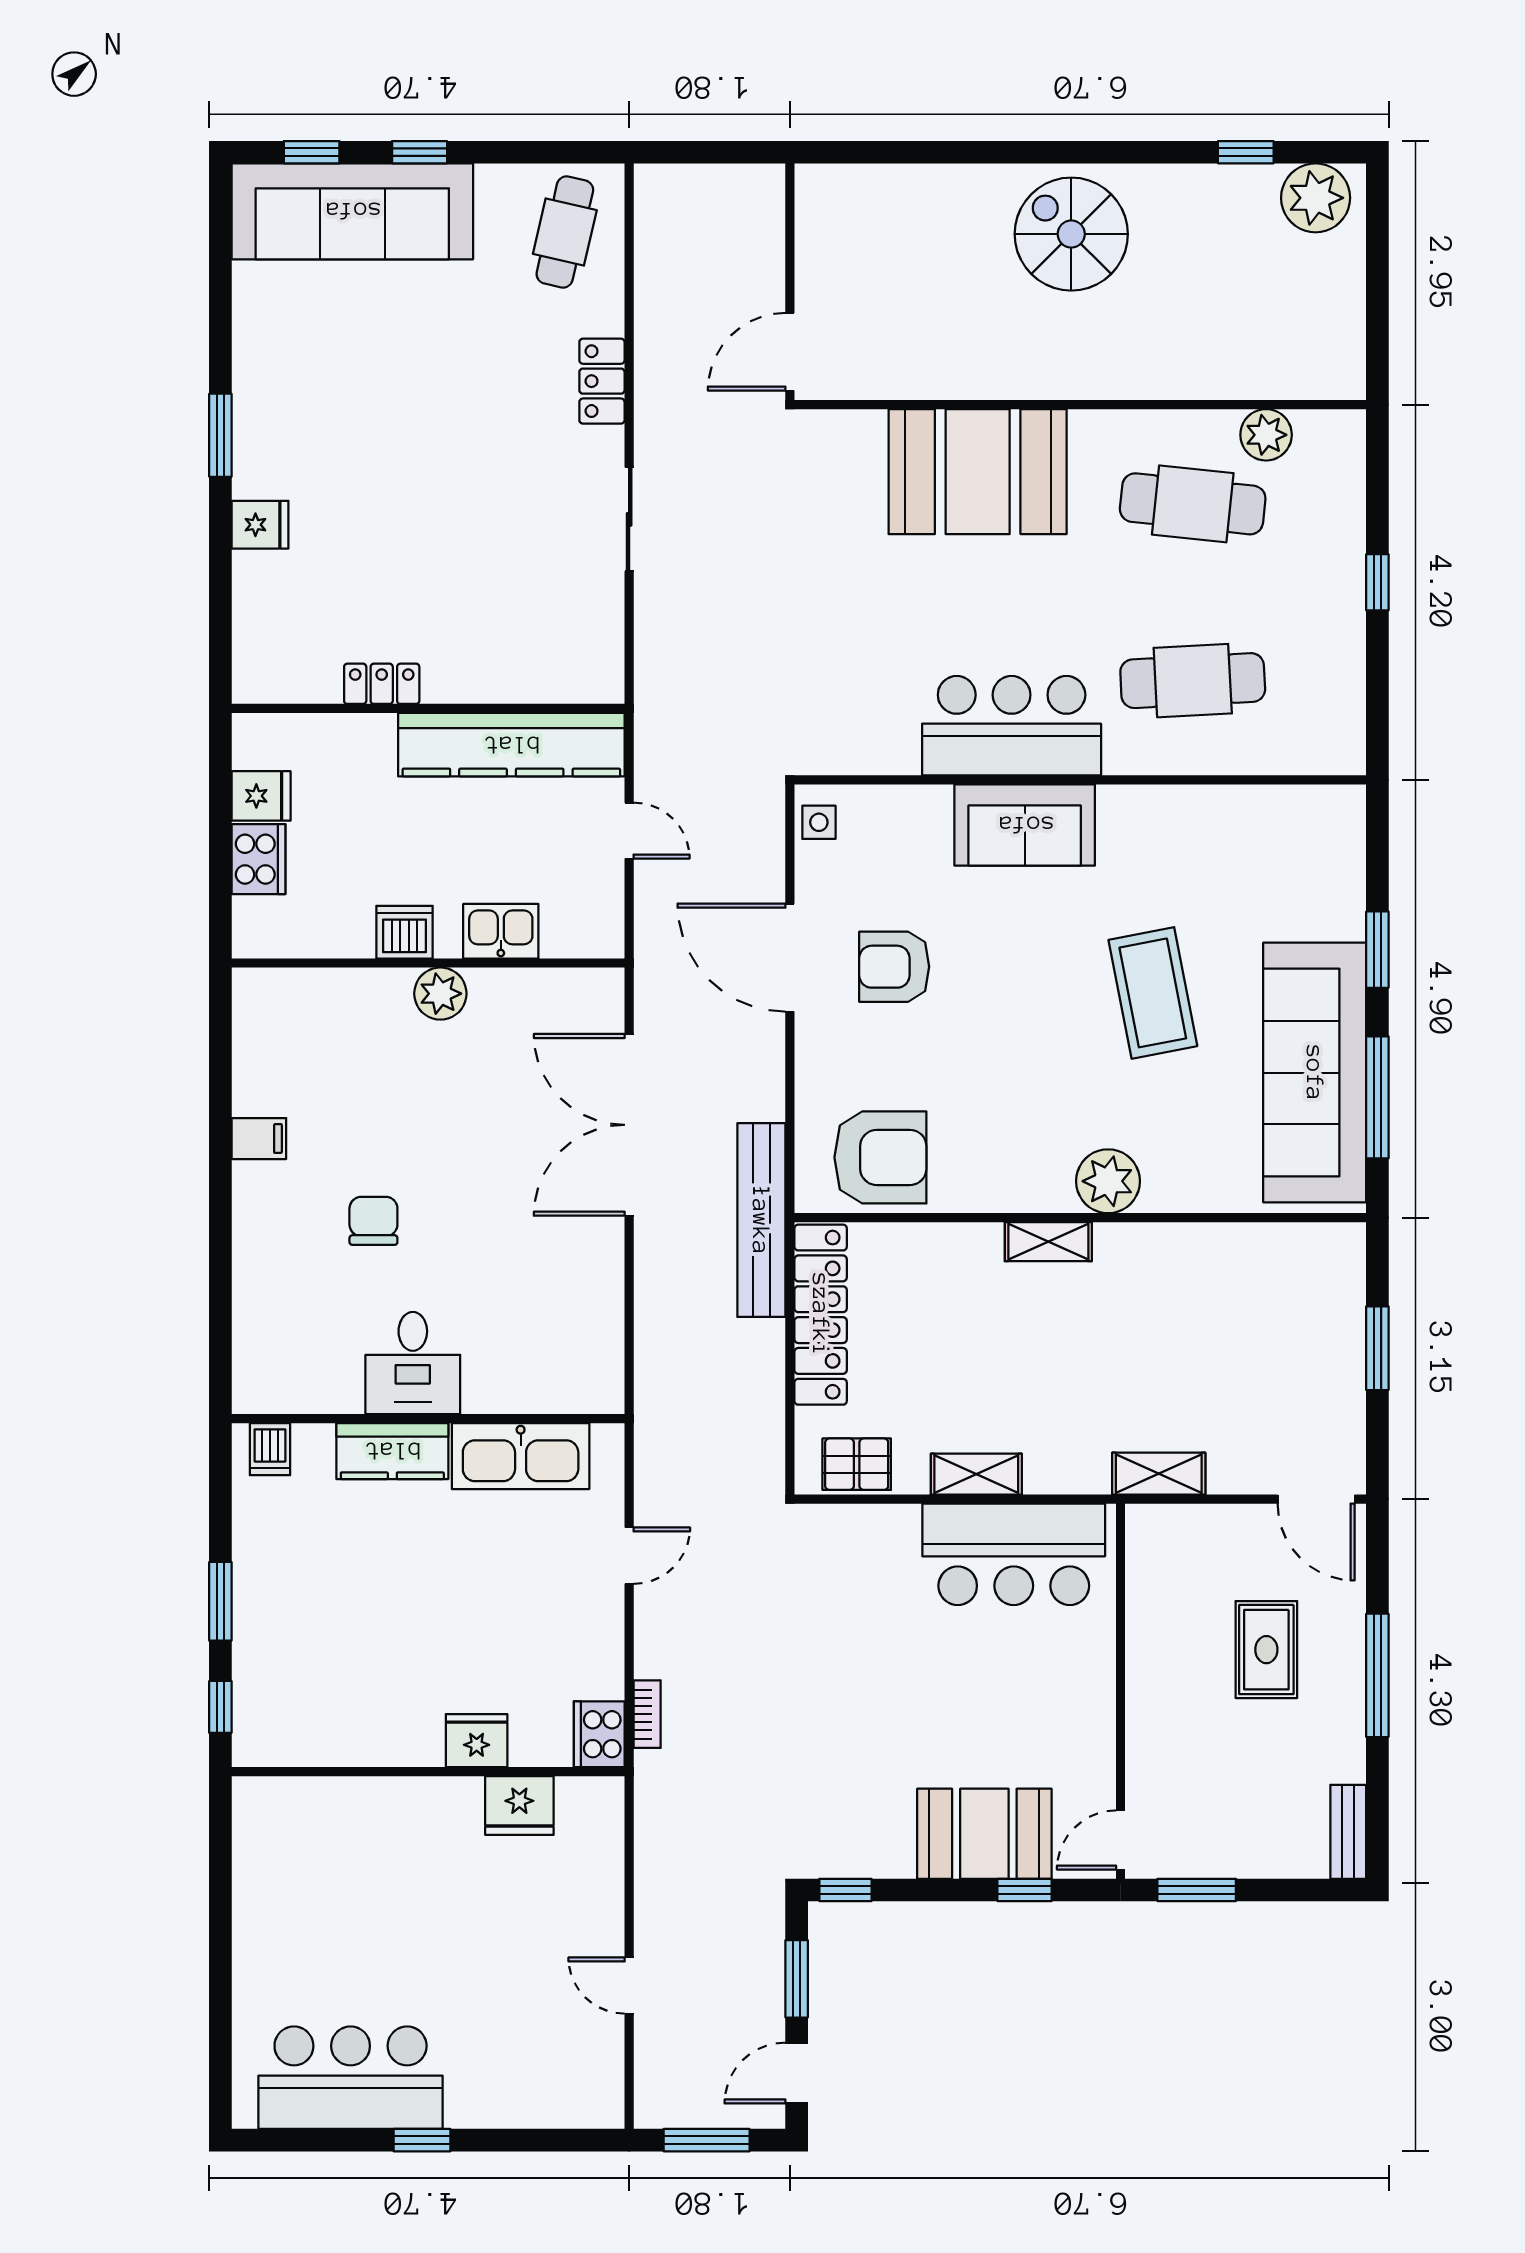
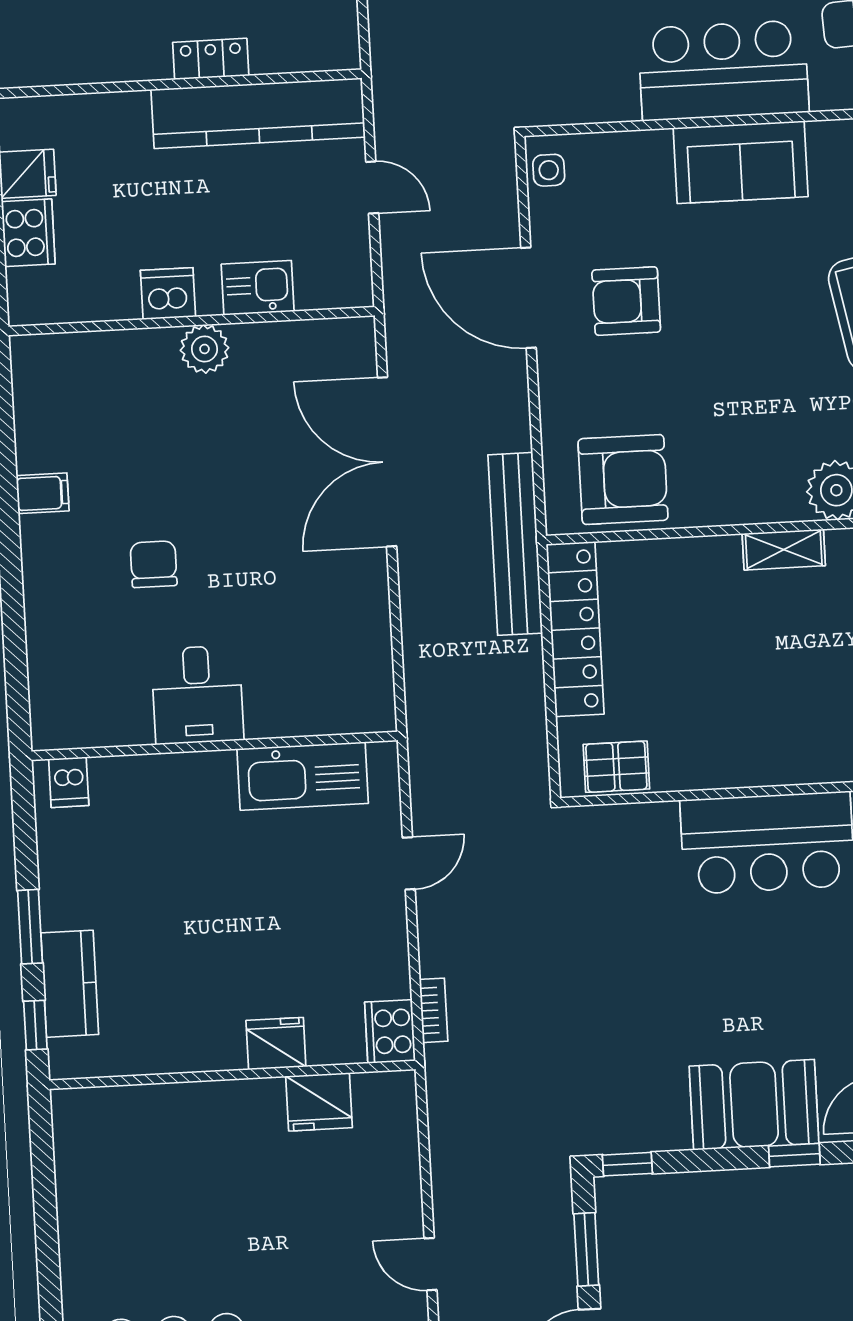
locker: (382, 684) -> (211, 59), moved
kitchen counter: (392, 1451) -> (70, 984), moved, turned -90
shelving: (976, 1474) -> (728, 770), removed

